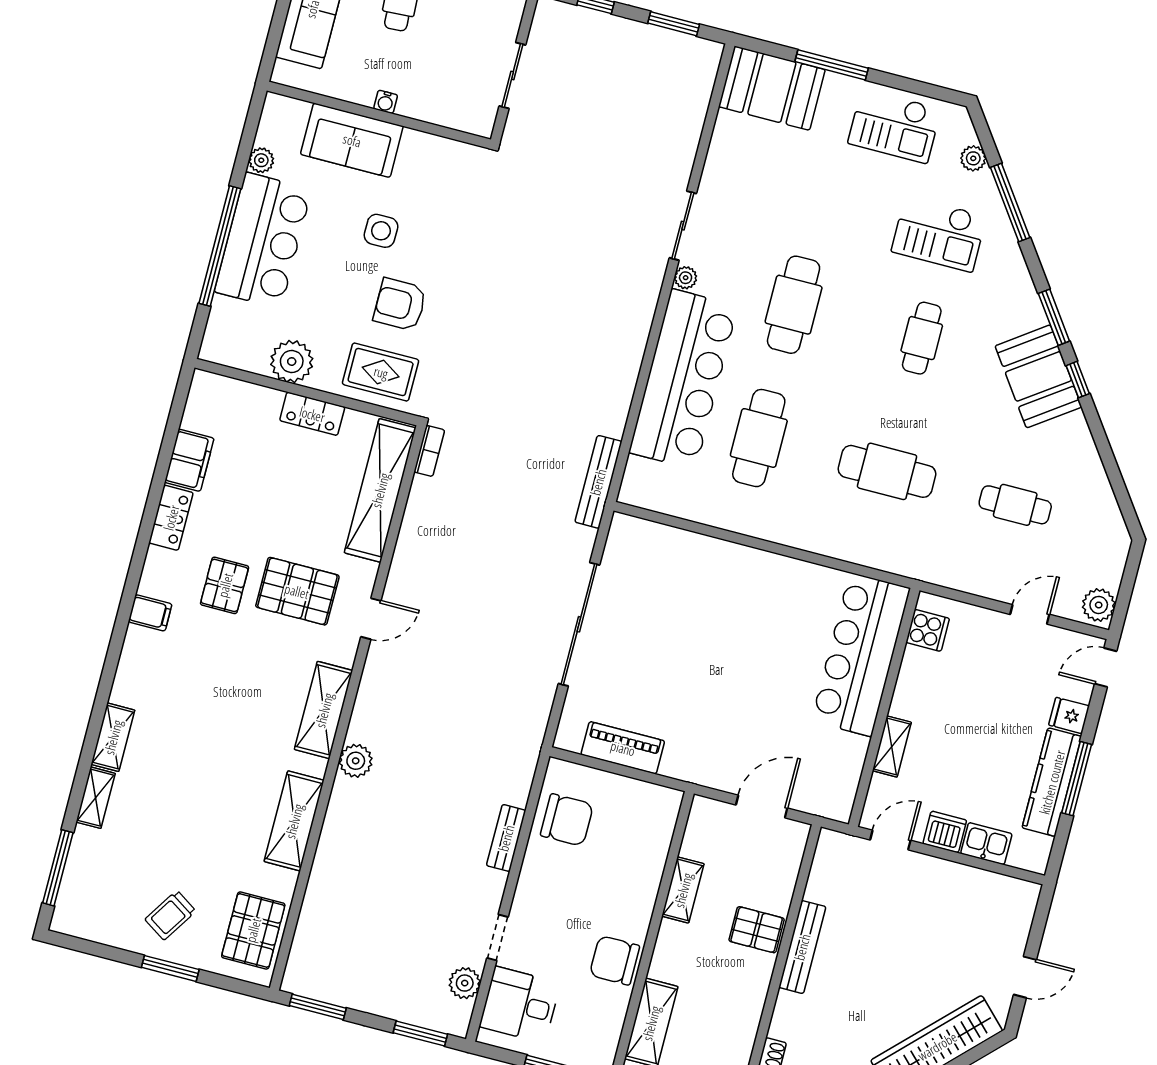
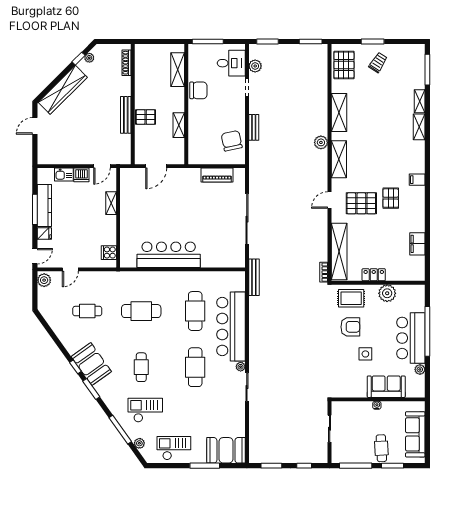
locker: (171, 518) -> (419, 219), removed
bar counter: (861, 655) -> (169, 255), moved, turned -90
chair: (567, 820) -> (232, 141), turned 78

